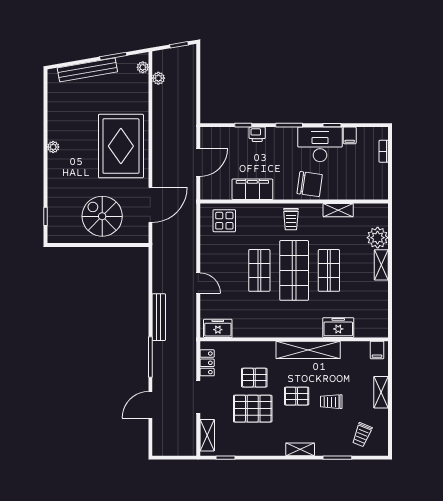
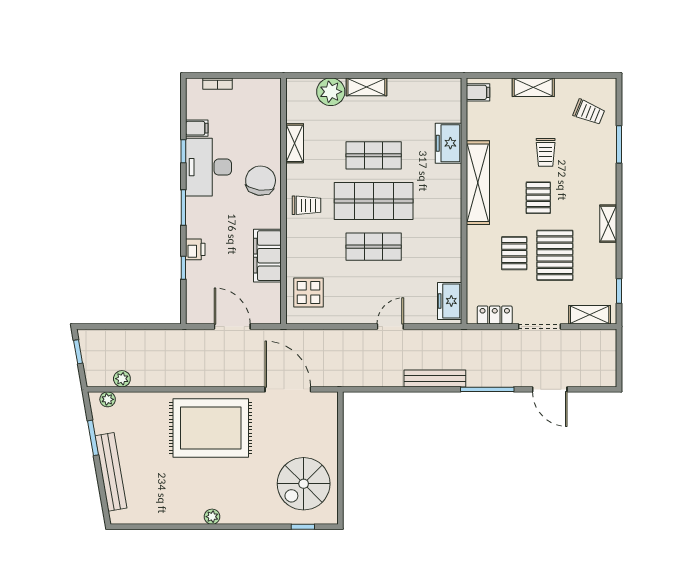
spiral stairs: (102, 216) -> (304, 484), moved
shelving: (300, 449) -> (608, 224), moved

